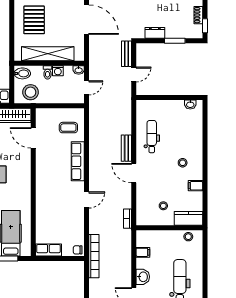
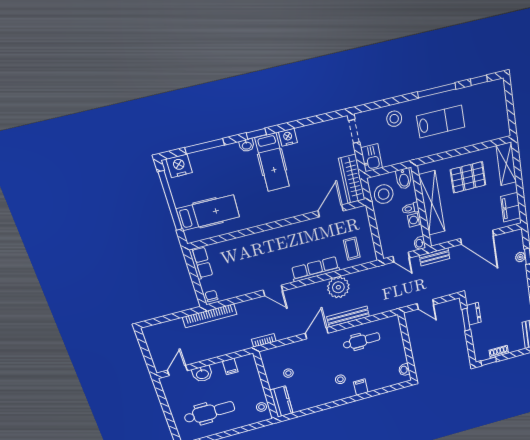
door: (86, 20) -> (477, 237), hinge flipped
window: (175, 41) -> (466, 320), moved
bench: (127, 54) -> (434, 257), moved
plant: (98, 146) -> (338, 287), added
bench: (126, 148) -> (348, 317), width x1.36
filing cabinet: (196, 186) -> (361, 387), moved

